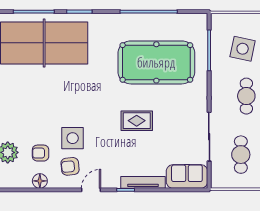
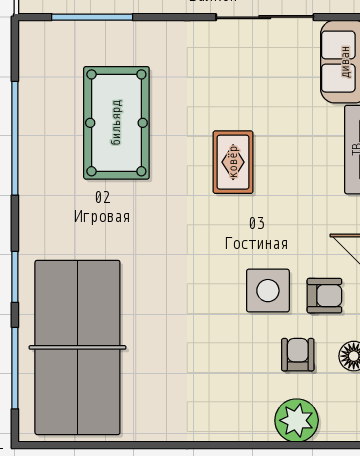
pool table: (156, 62) -> (116, 123), width x0.73, depth x0.76
armchair: (41, 153) -> (298, 355), turned 180
armchair: (70, 166) -> (324, 296), turned -84

